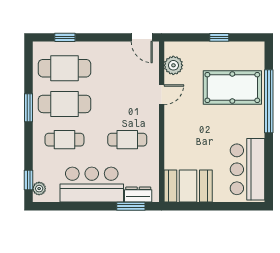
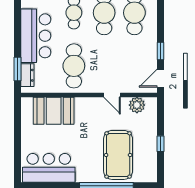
window: (65, 37) -> (161, 51), moved
cafe table: (127, 140) -> (74, 66), width x1.37, depth x1.35
booth: (188, 186) -> (54, 111), moved, turned 90

